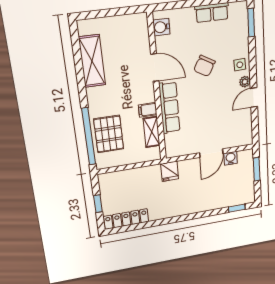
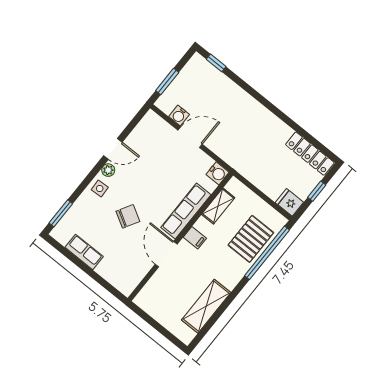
water cooler: (161, 27) -> (218, 173), moved
filing cabinet: (148, 110) -> (195, 238), moved
fridge: (170, 171) -> (289, 202), moved, turned -90

